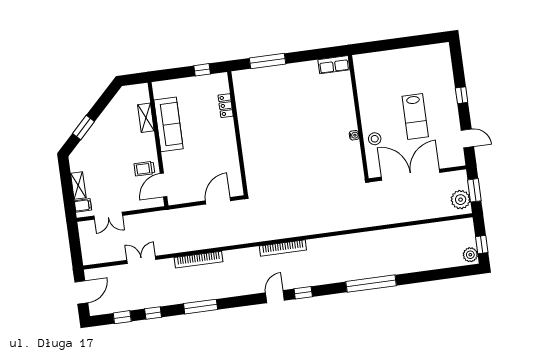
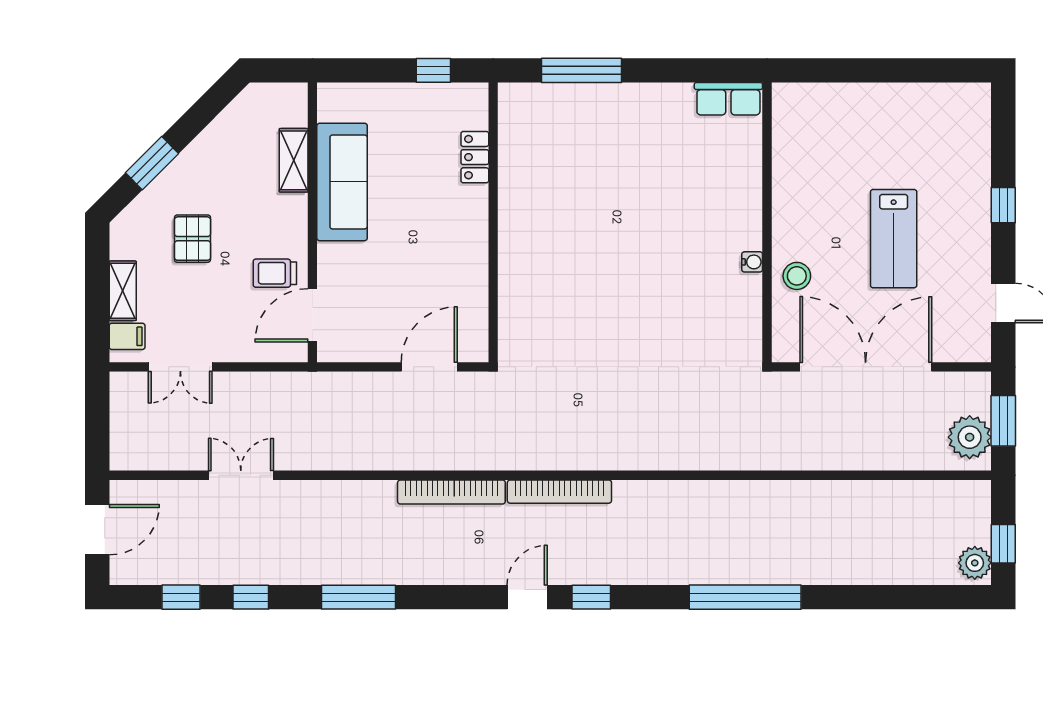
pallet: (106, 158) -> (193, 239), added
bookcase: (199, 260) -> (451, 492), moved

